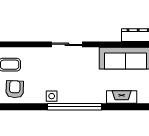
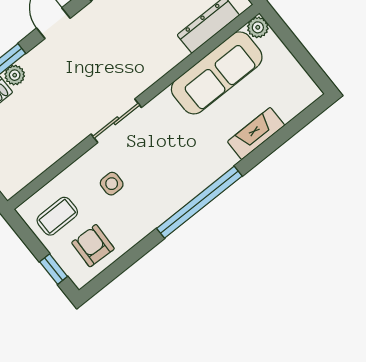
side table: (52, 96) -> (112, 184), moved

